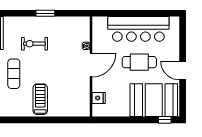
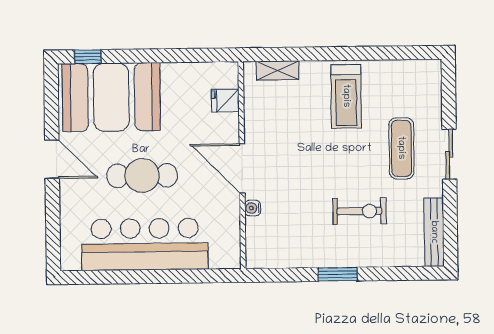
door: (91, 65) -> (242, 168), hinge flipped
shelving: (73, 112) -> (278, 70), added

